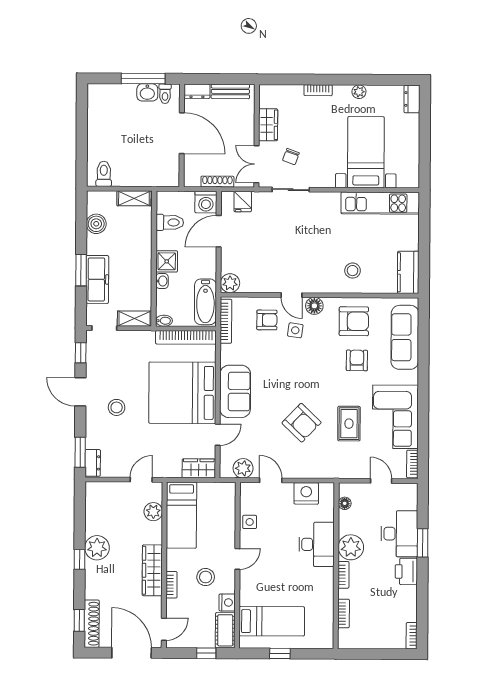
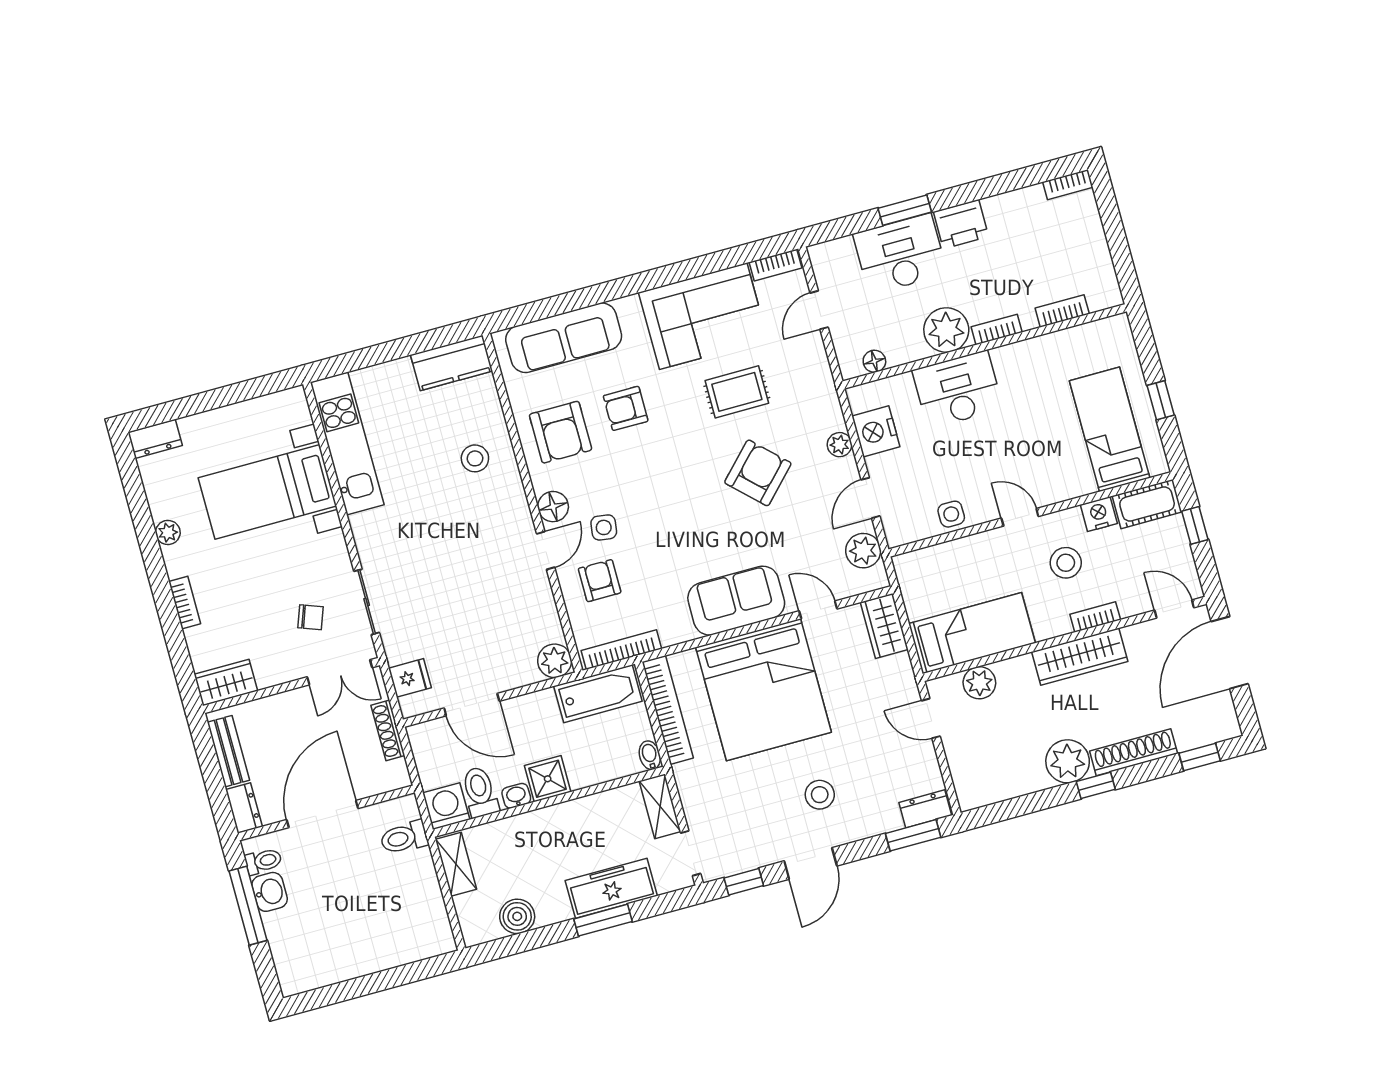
wardrobe: (268, 125) -> (226, 683), moved
toilet: (104, 174) -> (404, 838), moved
washing machine: (206, 202) -> (446, 806), moved, turned -90
washbasin: (162, 281) -> (516, 796), moved
armchair: (354, 321) -> (561, 432), turned 180
plant: (305, 472) -> (840, 445), added
shoe rack: (92, 624) -> (1134, 752), moved

